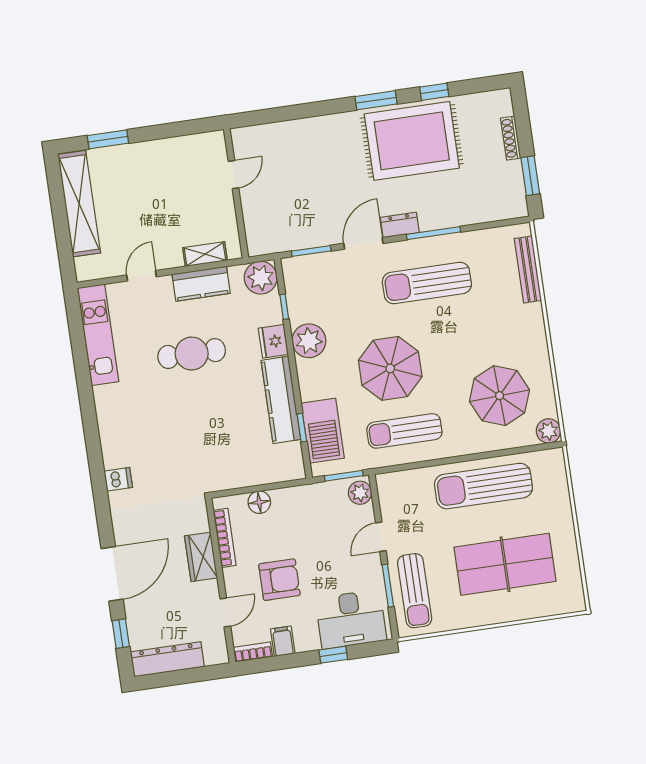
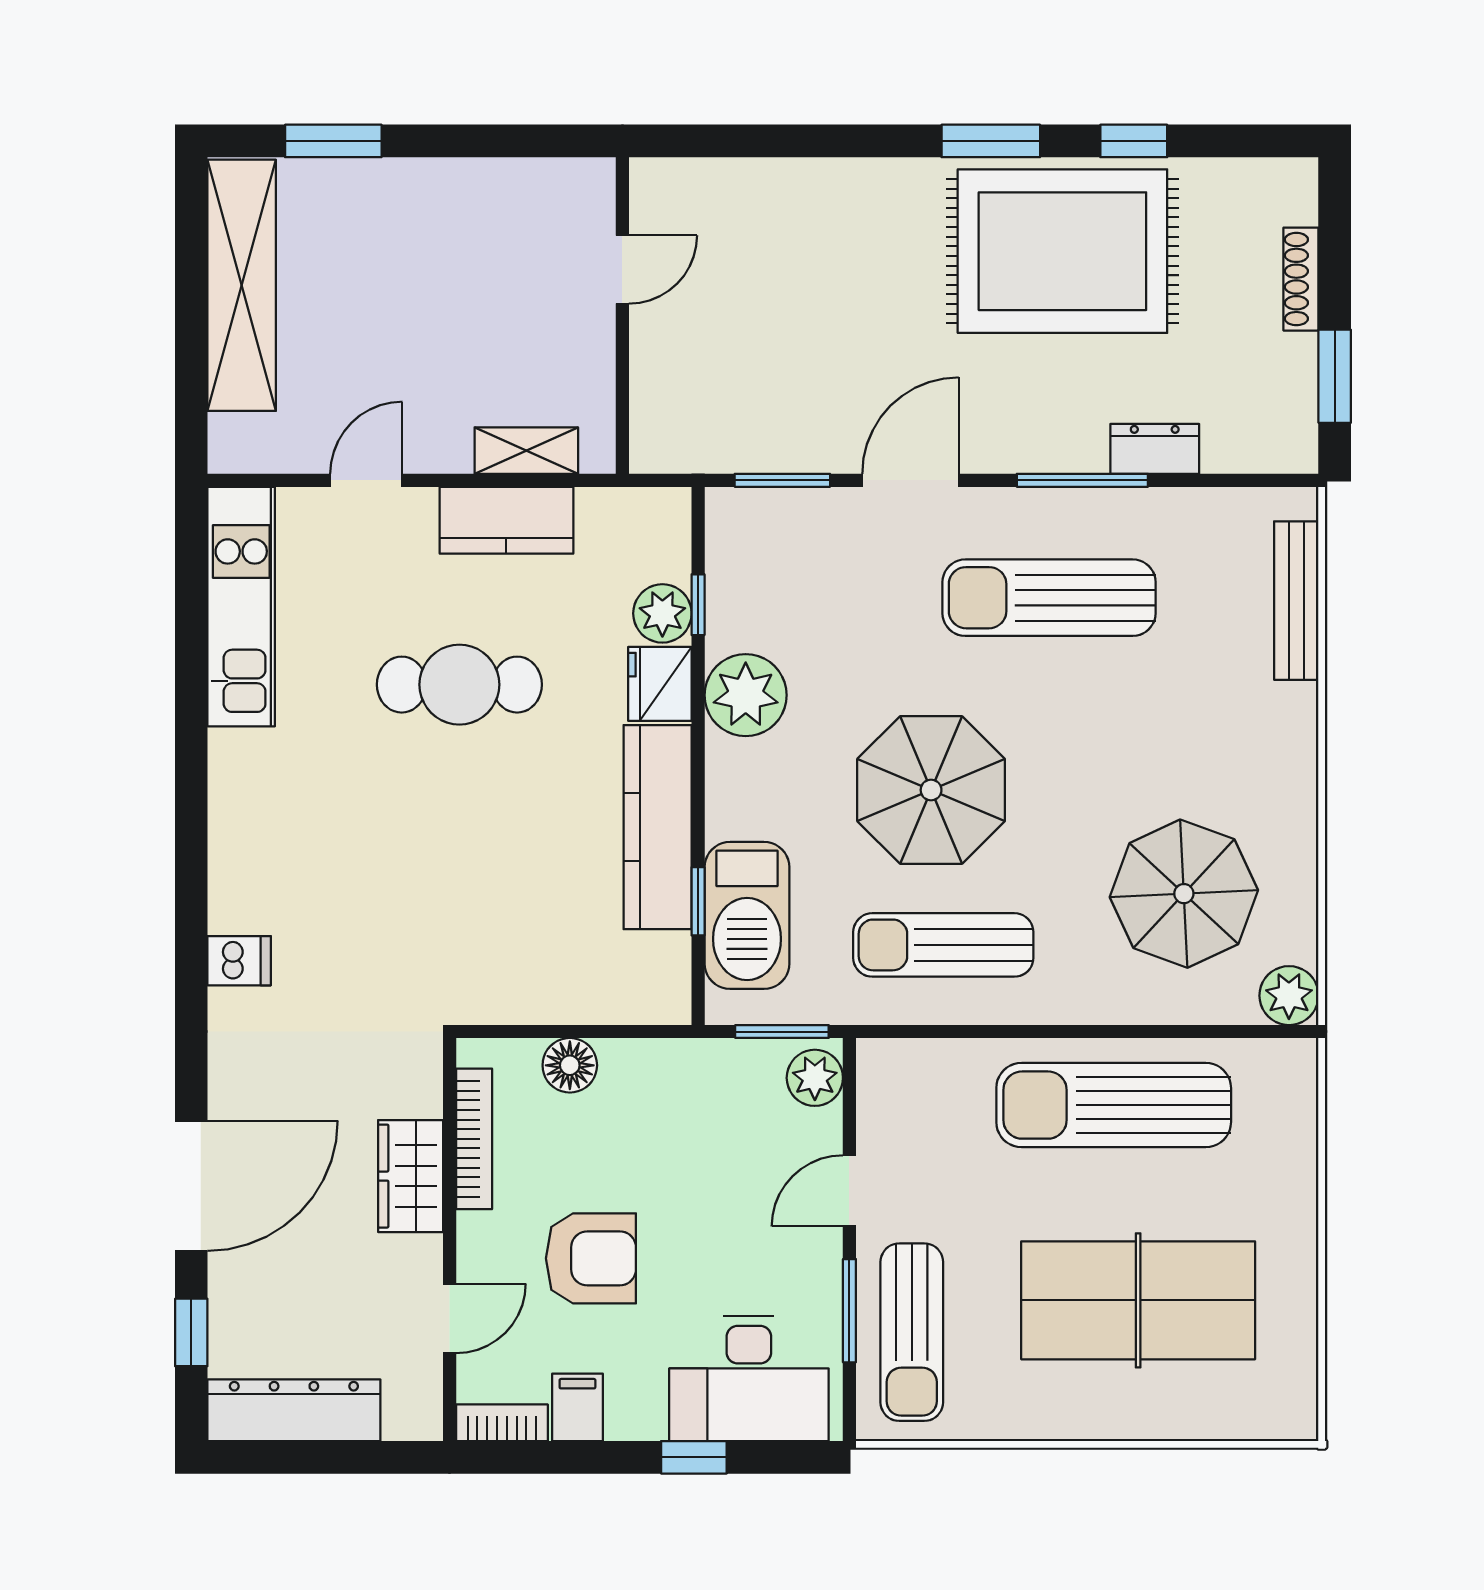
dresser: (400, 225) -> (1155, 449), moved
plant: (261, 278) -> (662, 613), moved, width x0.73, depth x0.73

